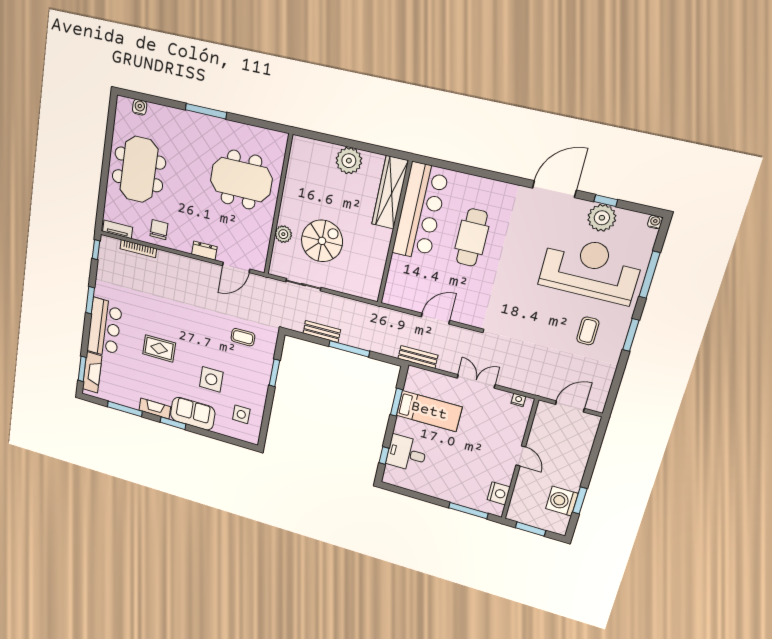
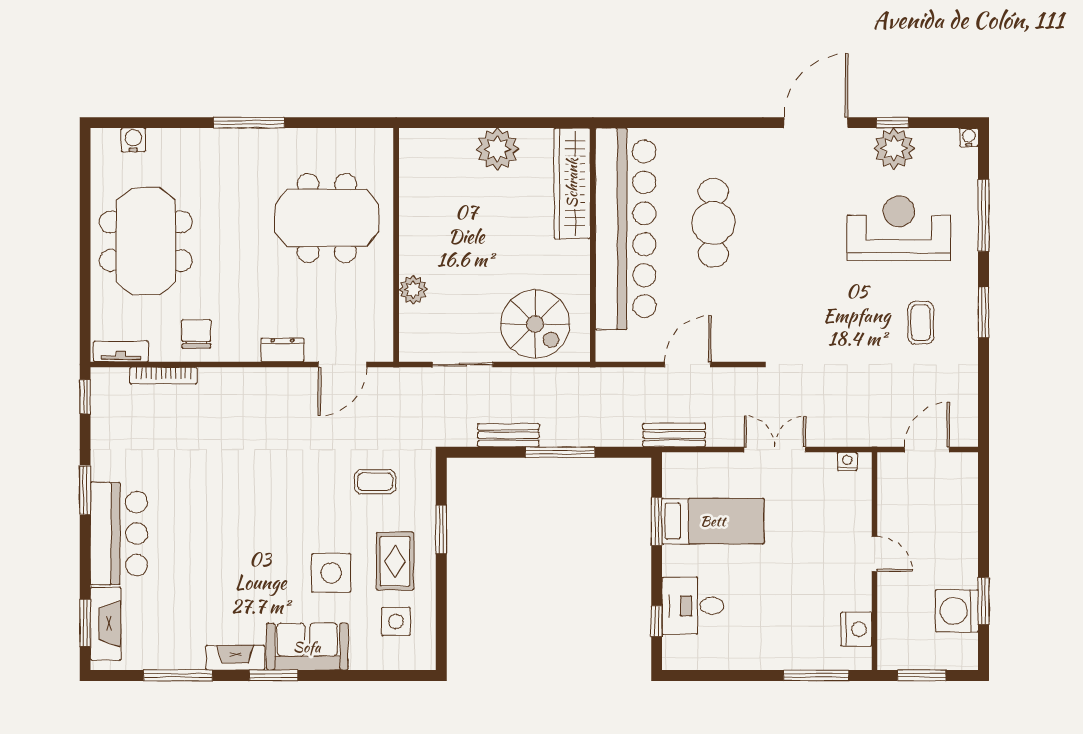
bar counter: (420, 212) -> (626, 229), width x1.36
spiral stairs: (322, 241) -> (535, 324), moved, turned 90
reception desk: (590, 269) -> (899, 228), width x0.74, depth x0.77
rug: (159, 348) -> (395, 561), moved, turned 90

